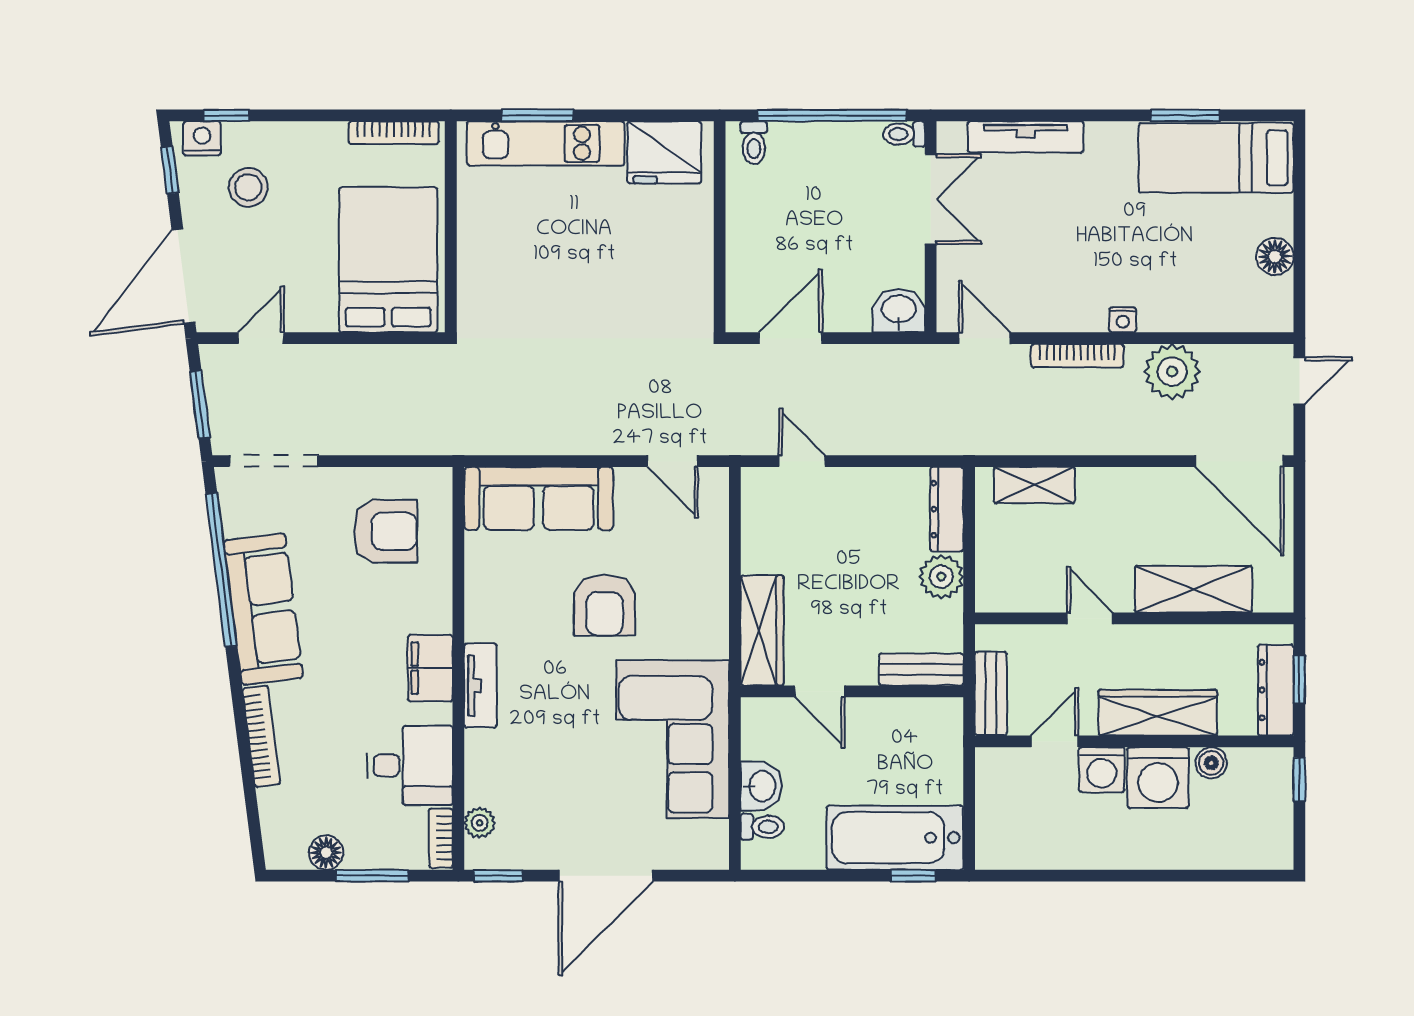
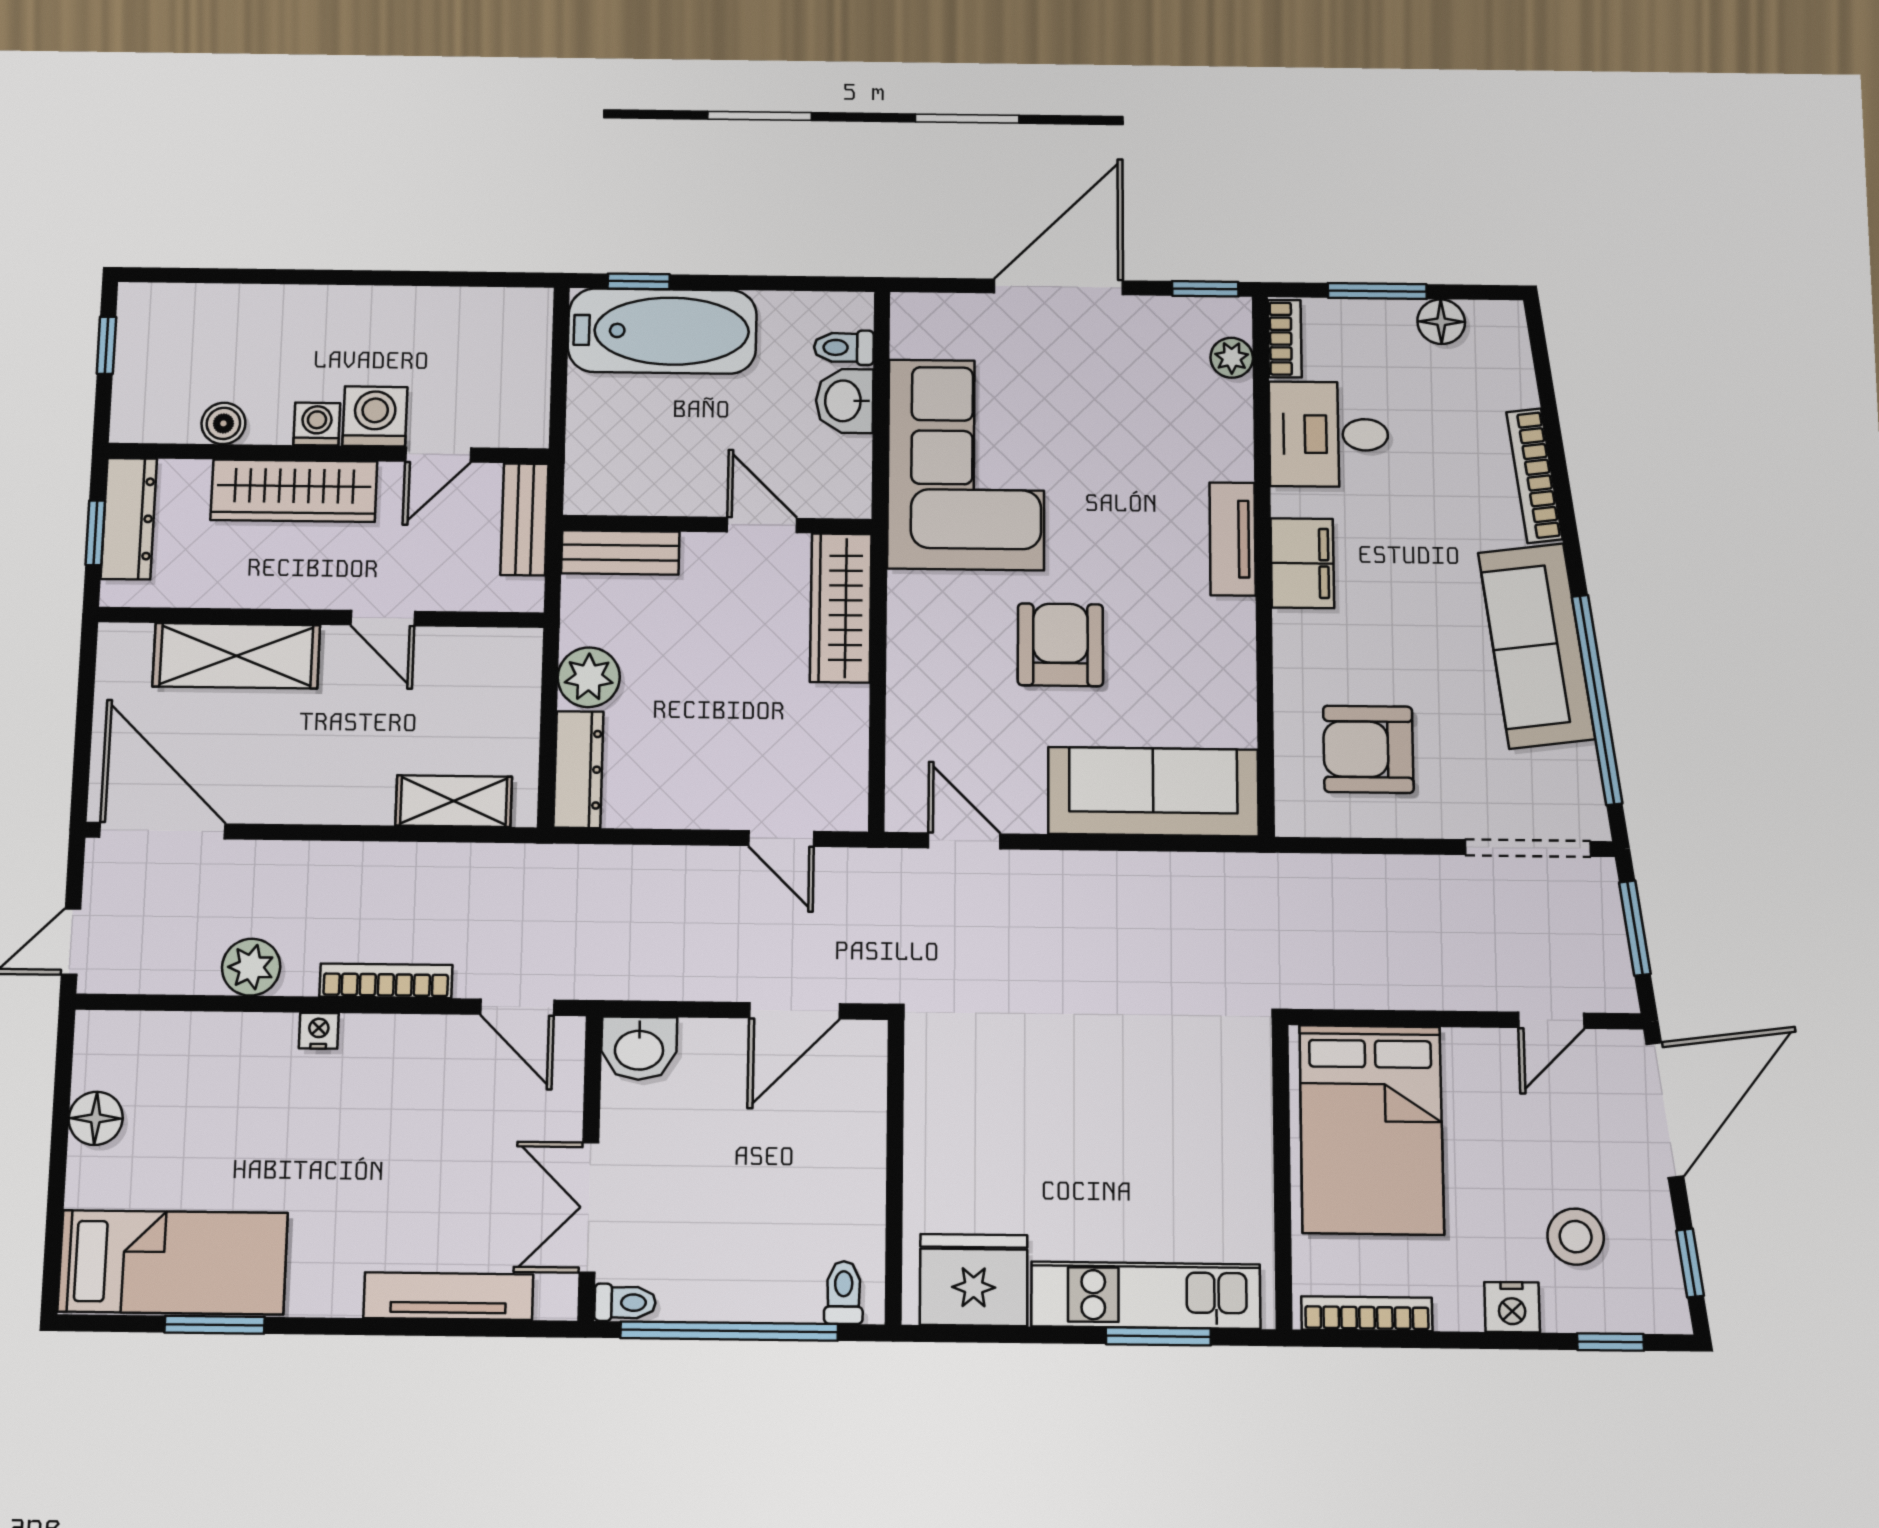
nightstand: (202, 138) -> (1512, 1307), moved
plant: (1172, 372) -> (251, 967), width x0.73, depth x0.73
washing machine: (1158, 778) -> (317, 424), width x0.53, depth x0.53
window: (1299, 780) -> (106, 345), moved

